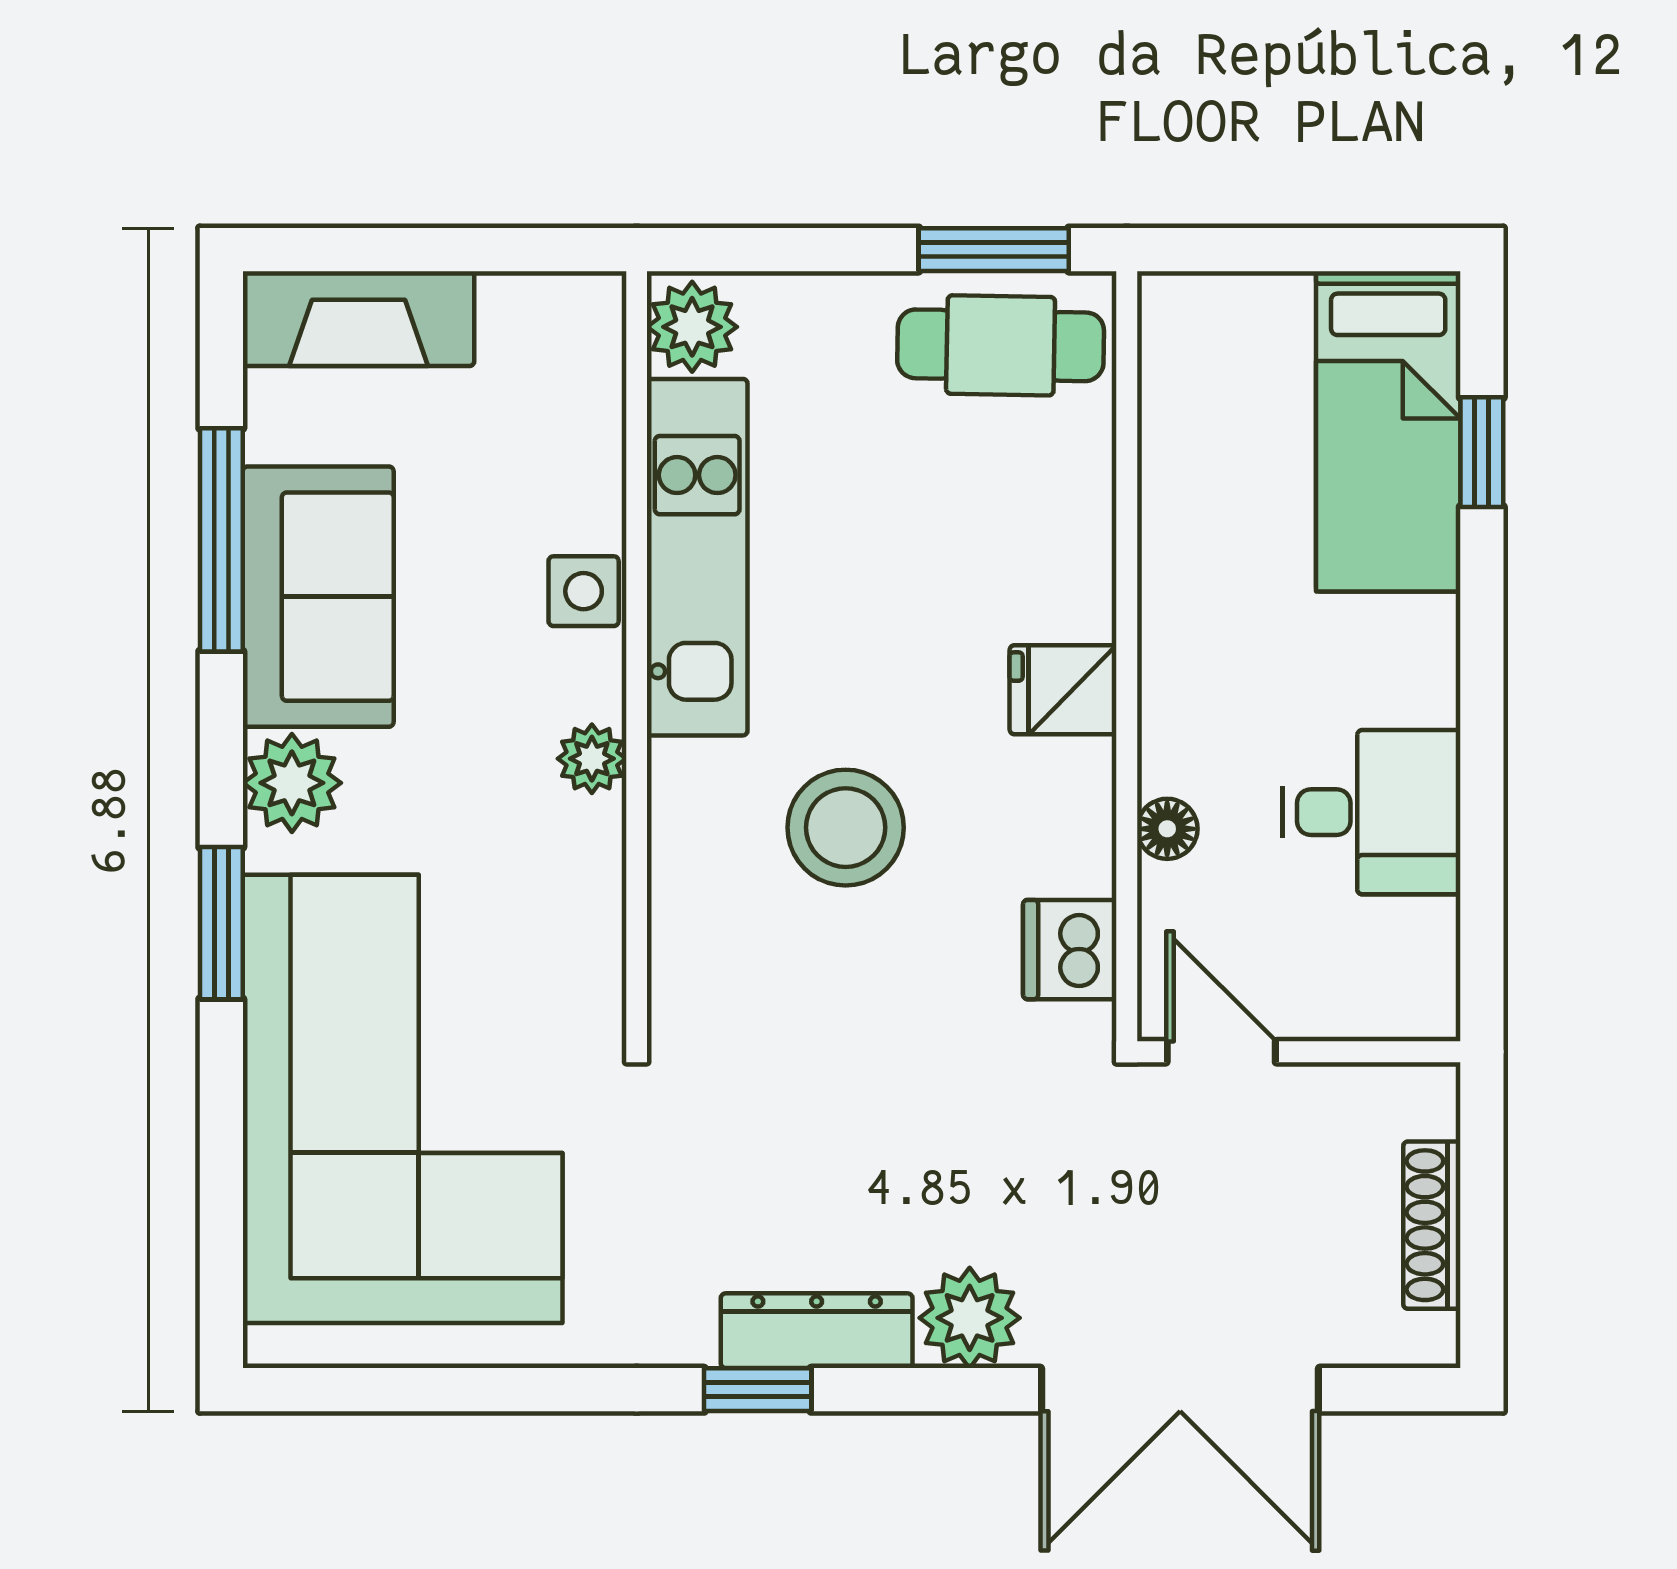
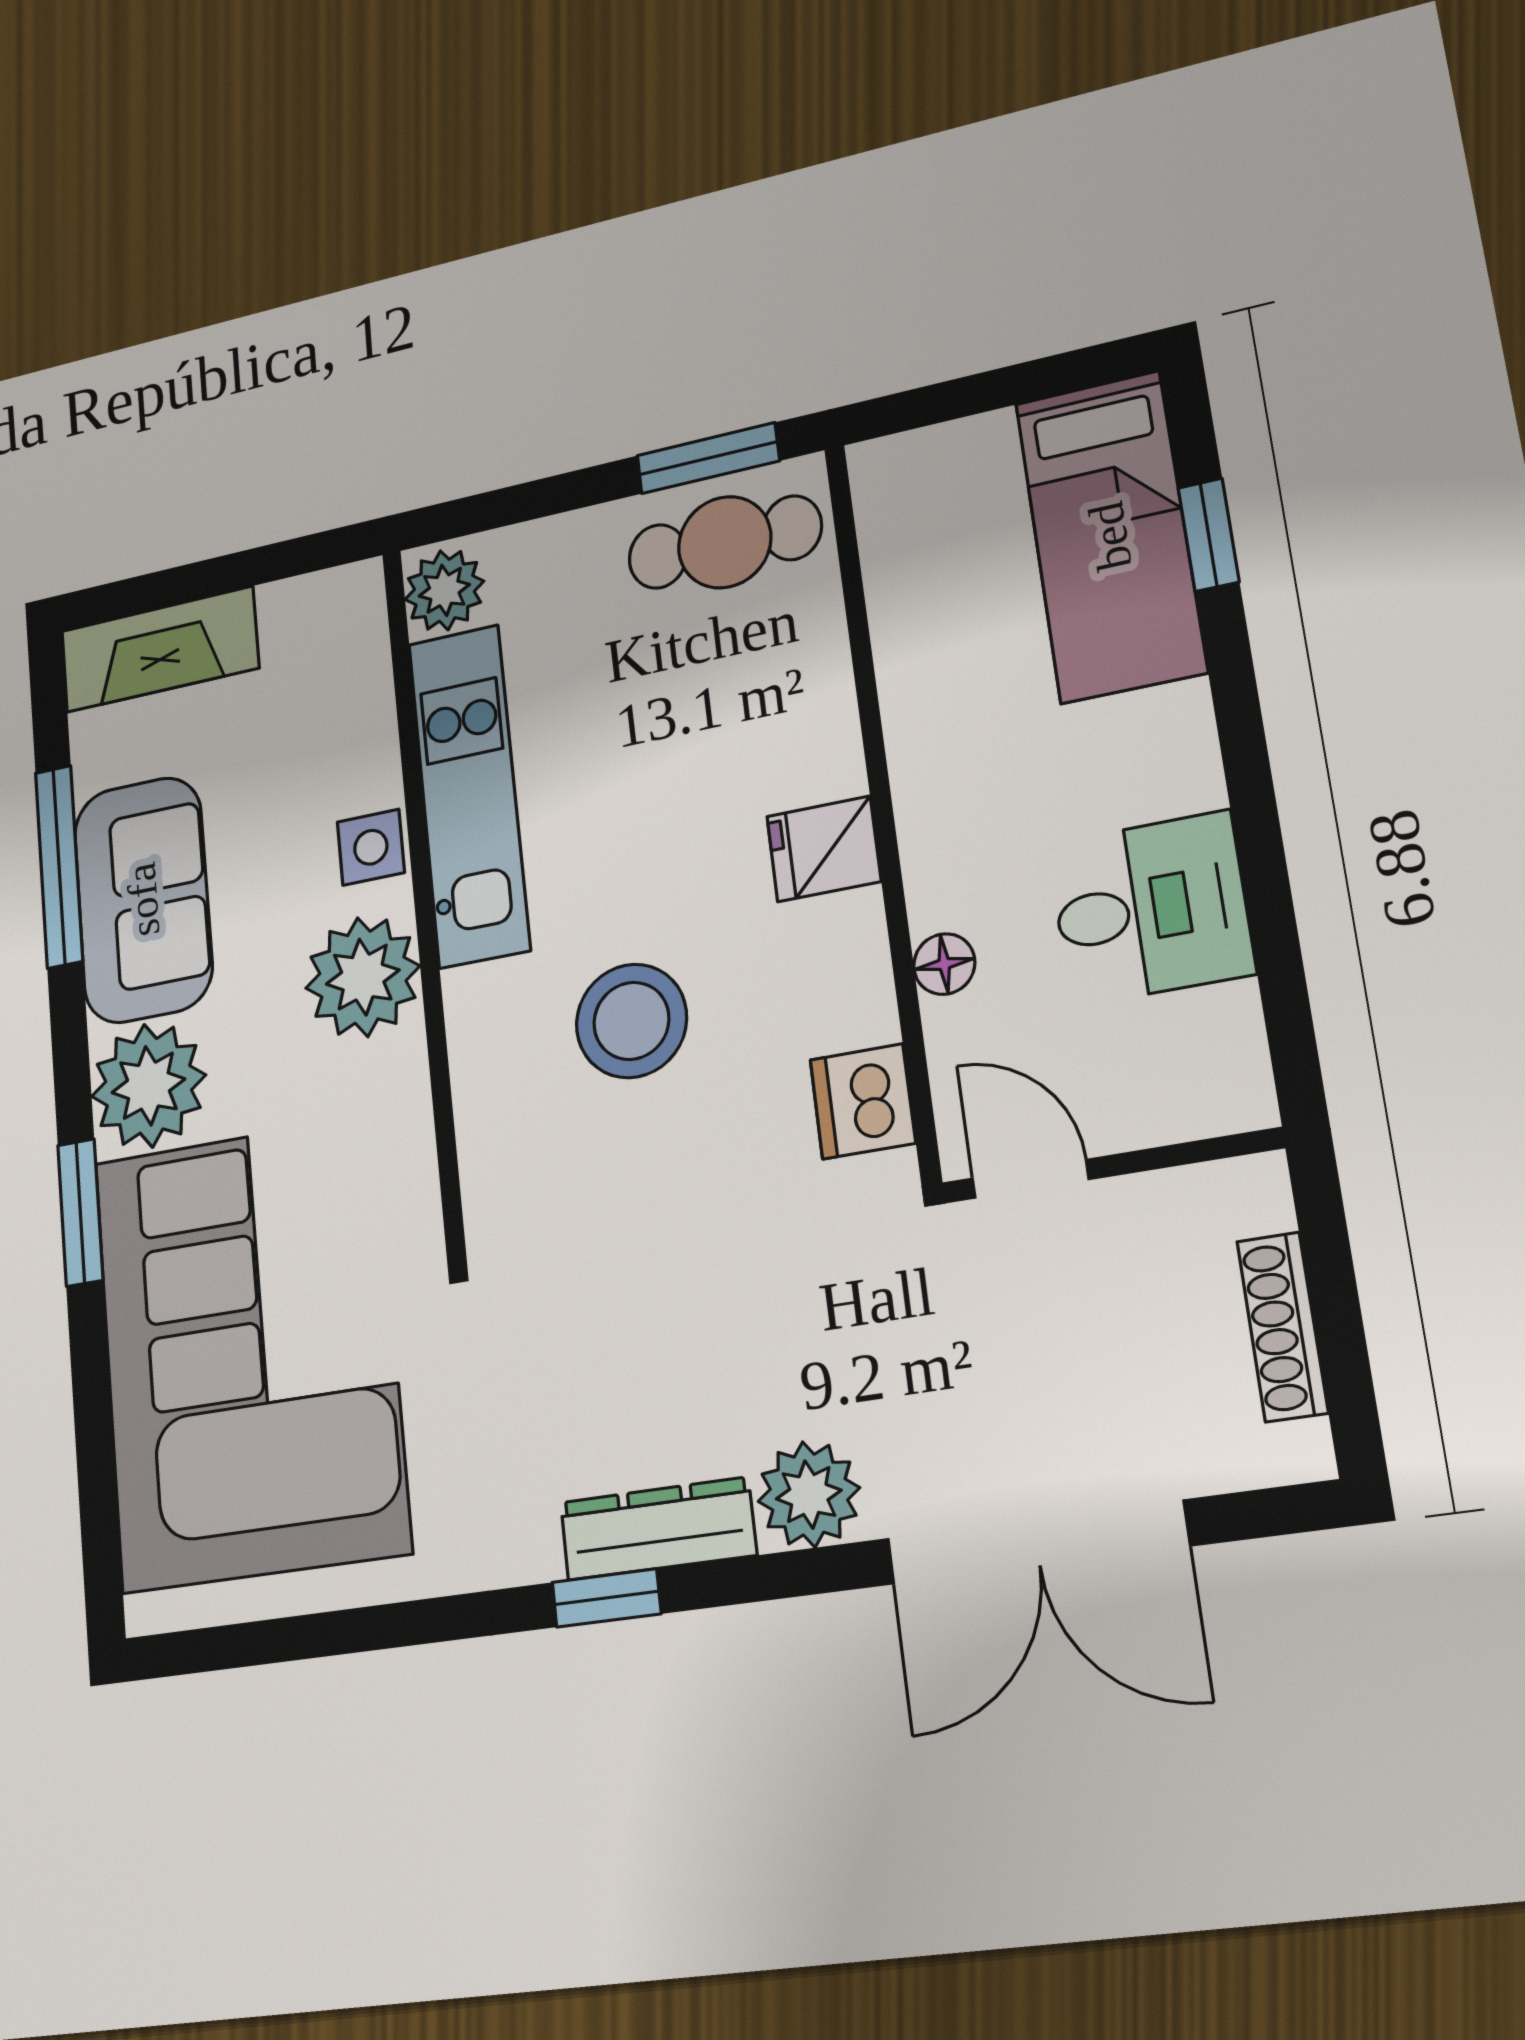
plant: (592, 759) -> (363, 977), width x1.88, depth x1.88
plant: (292, 783) -> (148, 1086), width x1.36, depth x1.36

